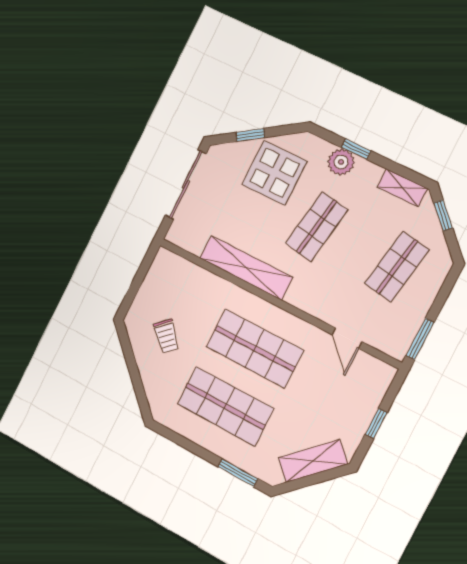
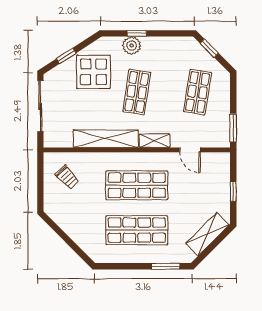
shelving: (402, 188) -> (155, 141), moved
trolley: (166, 336) -> (67, 177), moved

